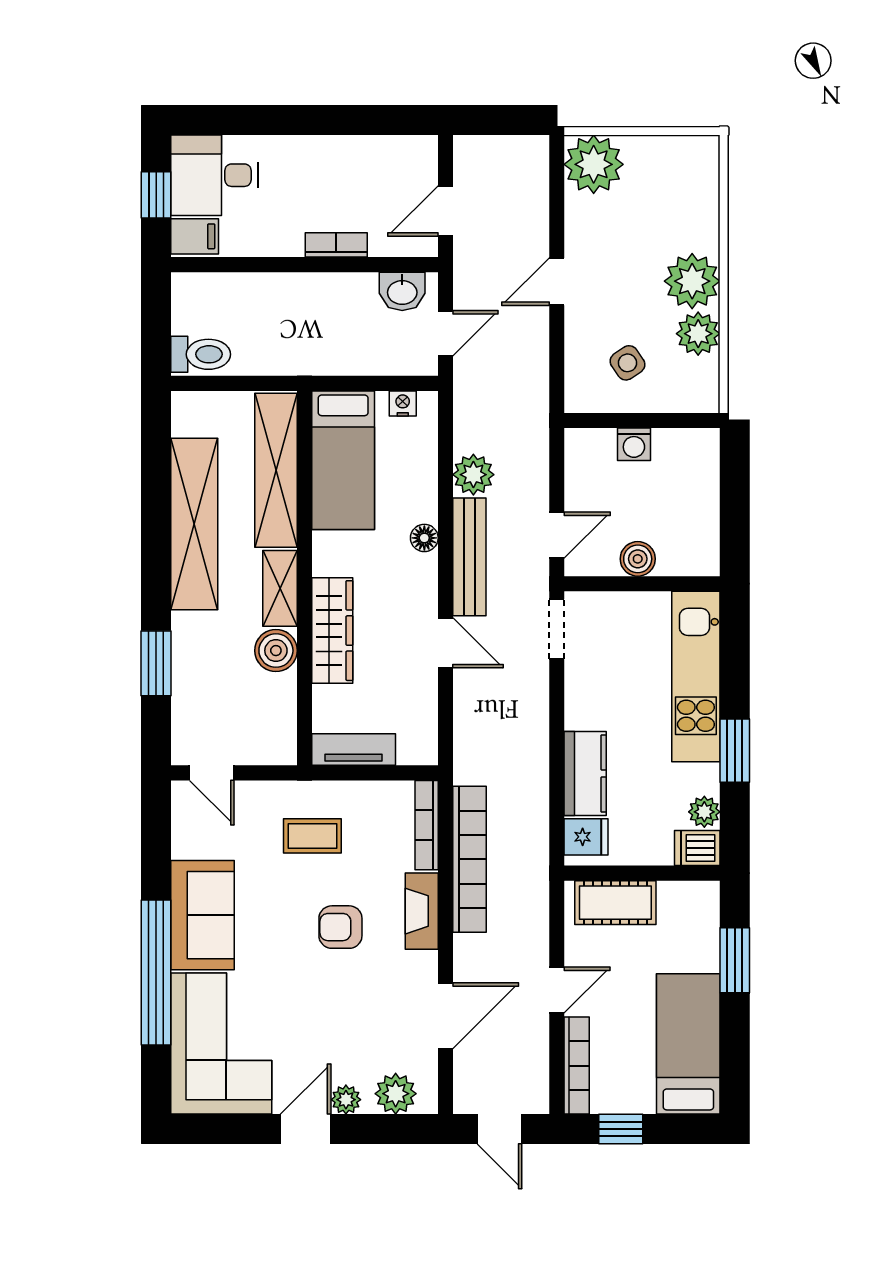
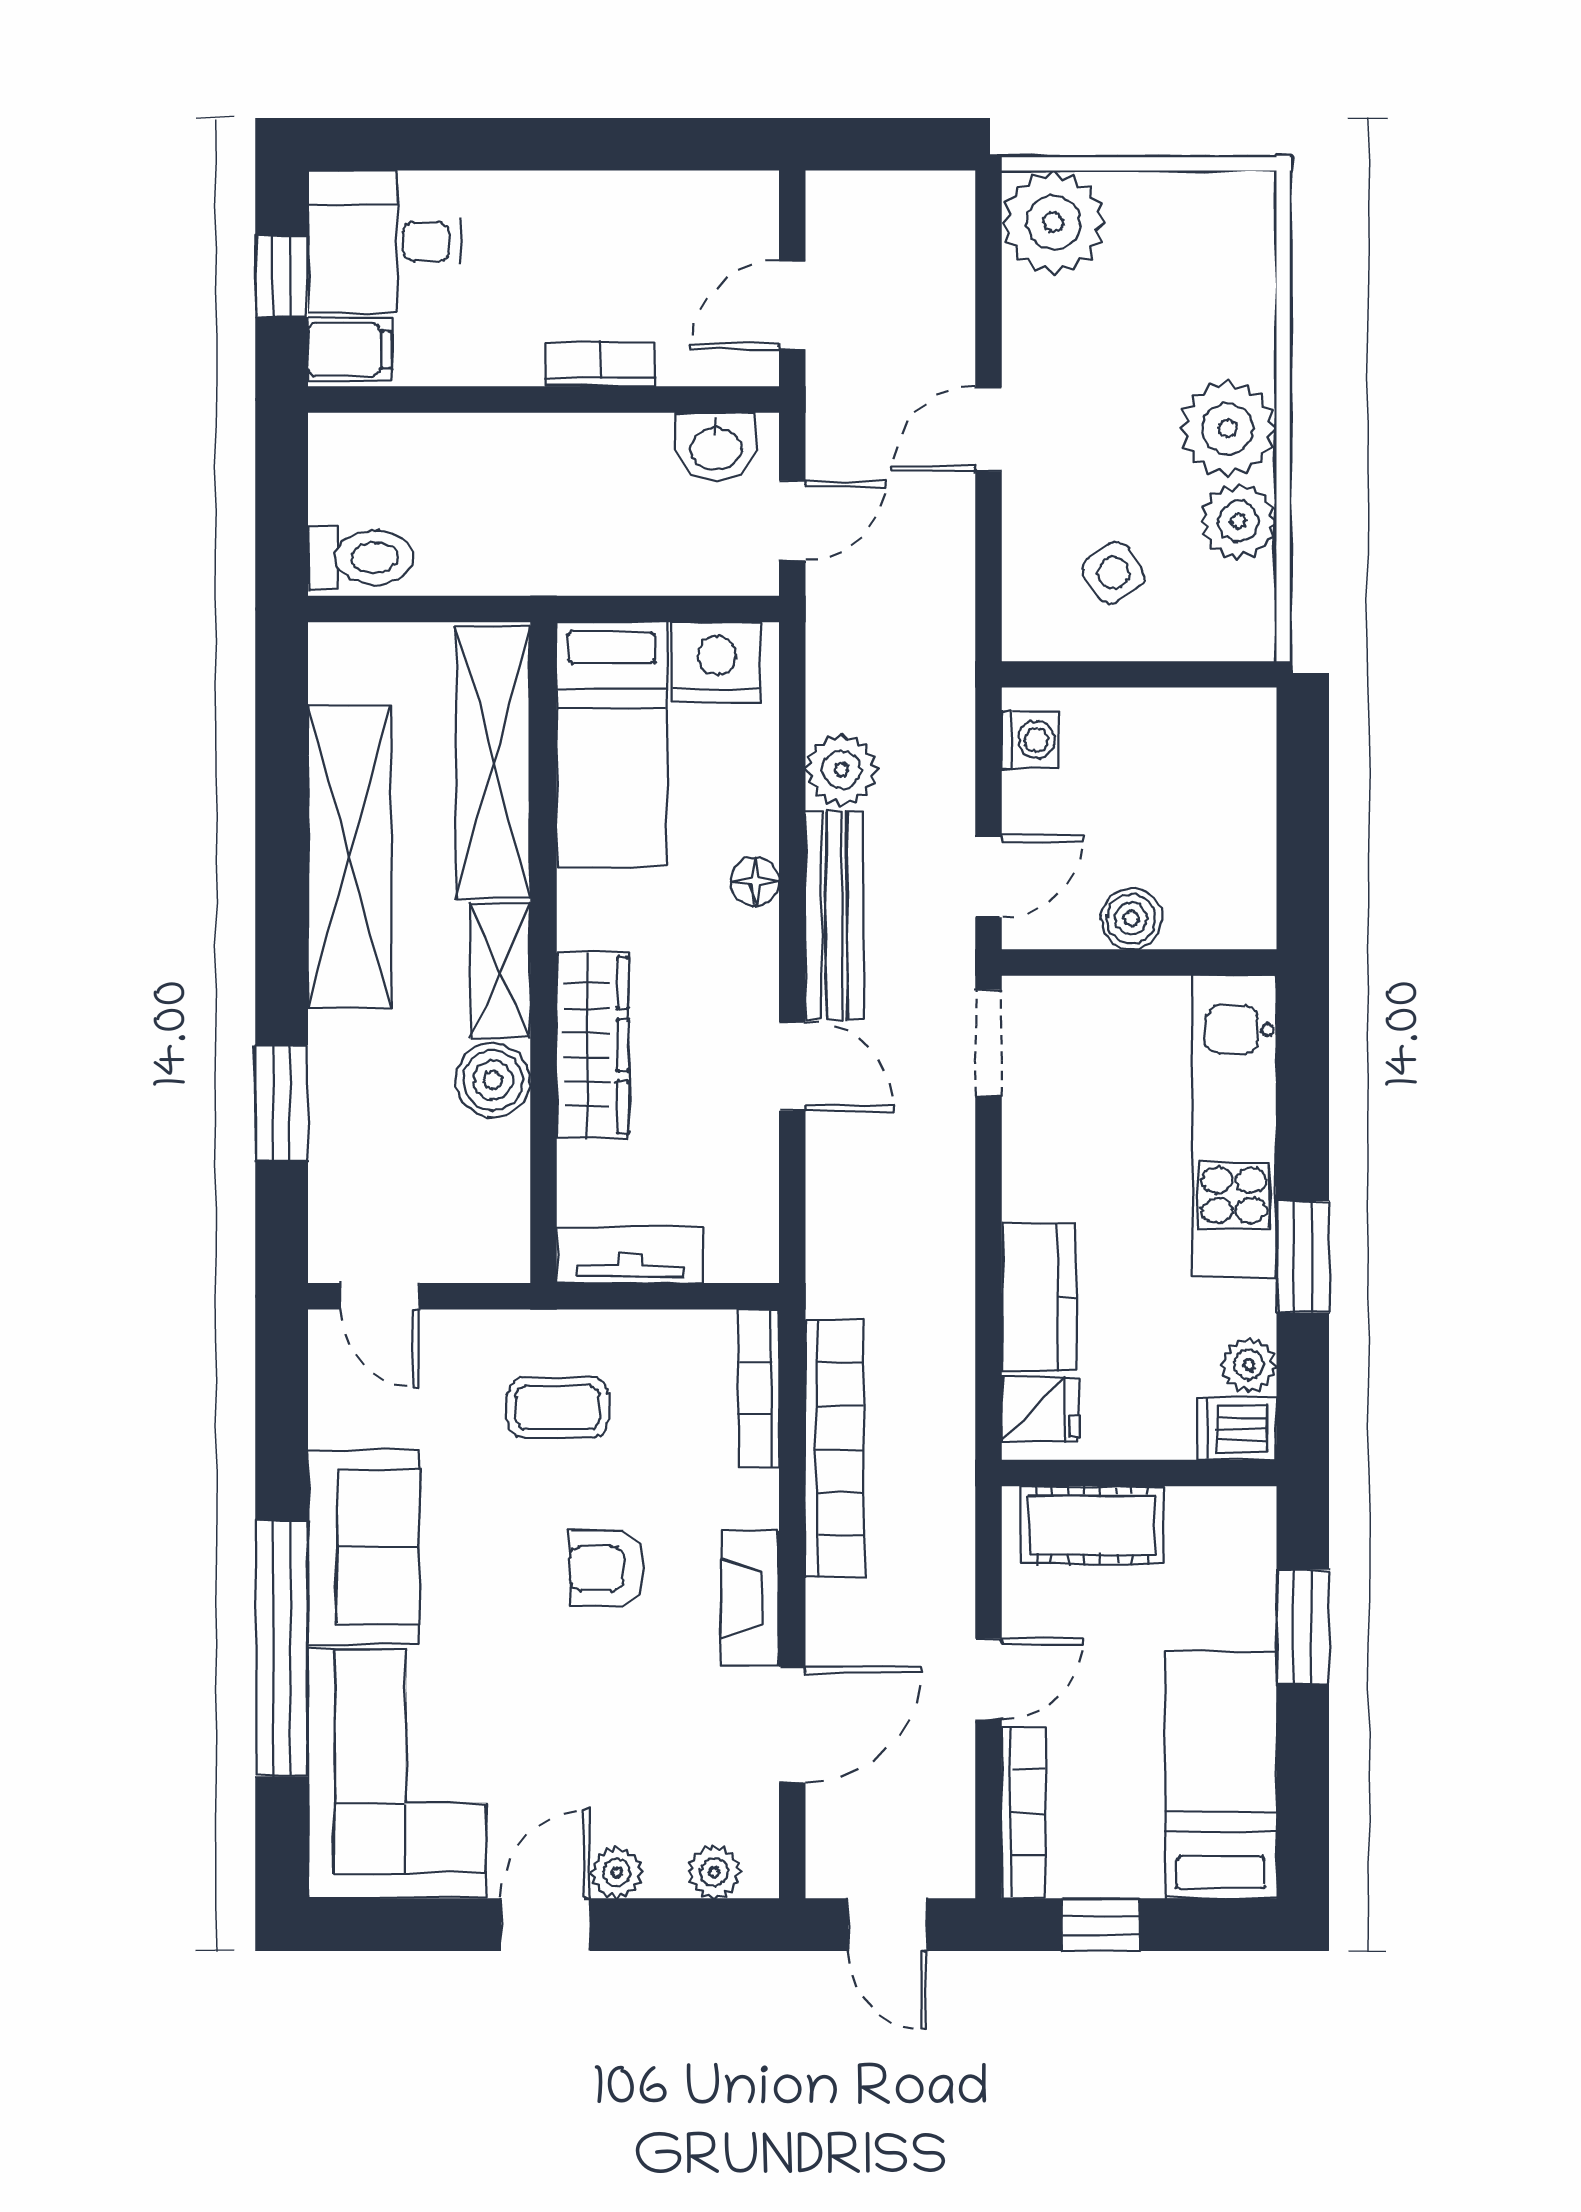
nightstand: (403, 403) -> (717, 662), width x1.89, depth x1.79
washing machine: (634, 444) -> (1031, 740), moved, turned -90
fireplace: (422, 911) -> (750, 1598), moved
plant: (396, 1094) -> (714, 1872), width x0.73, depth x0.73

